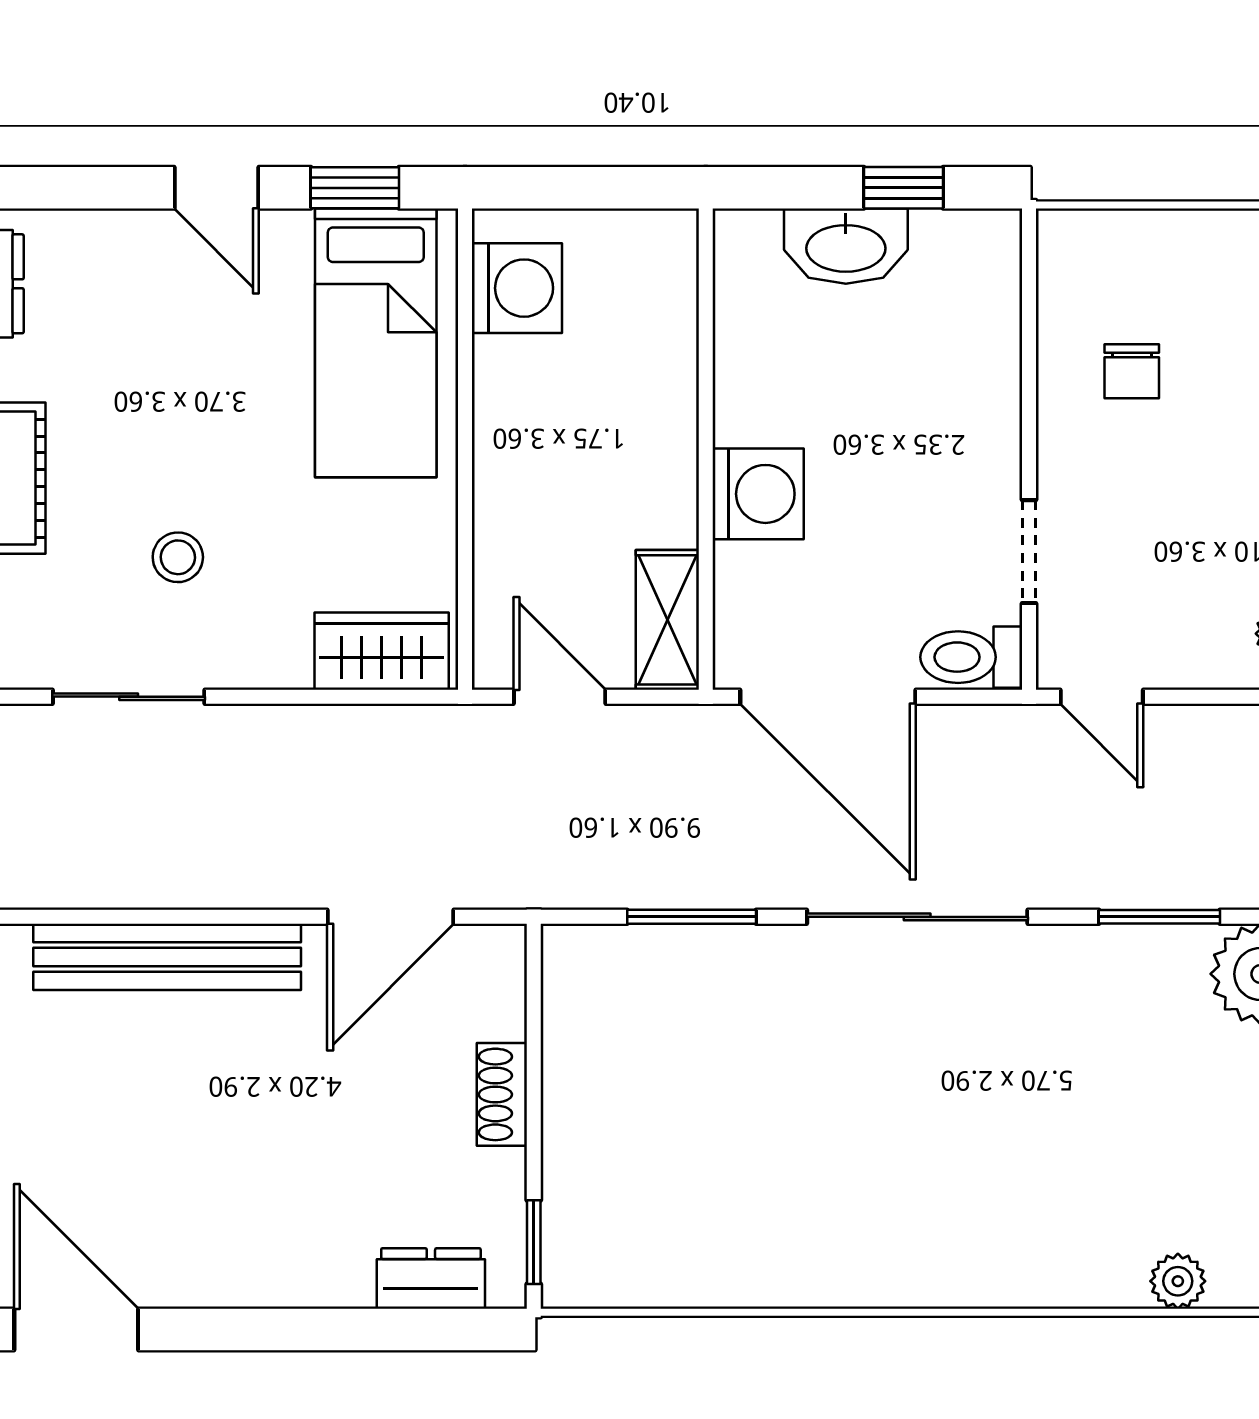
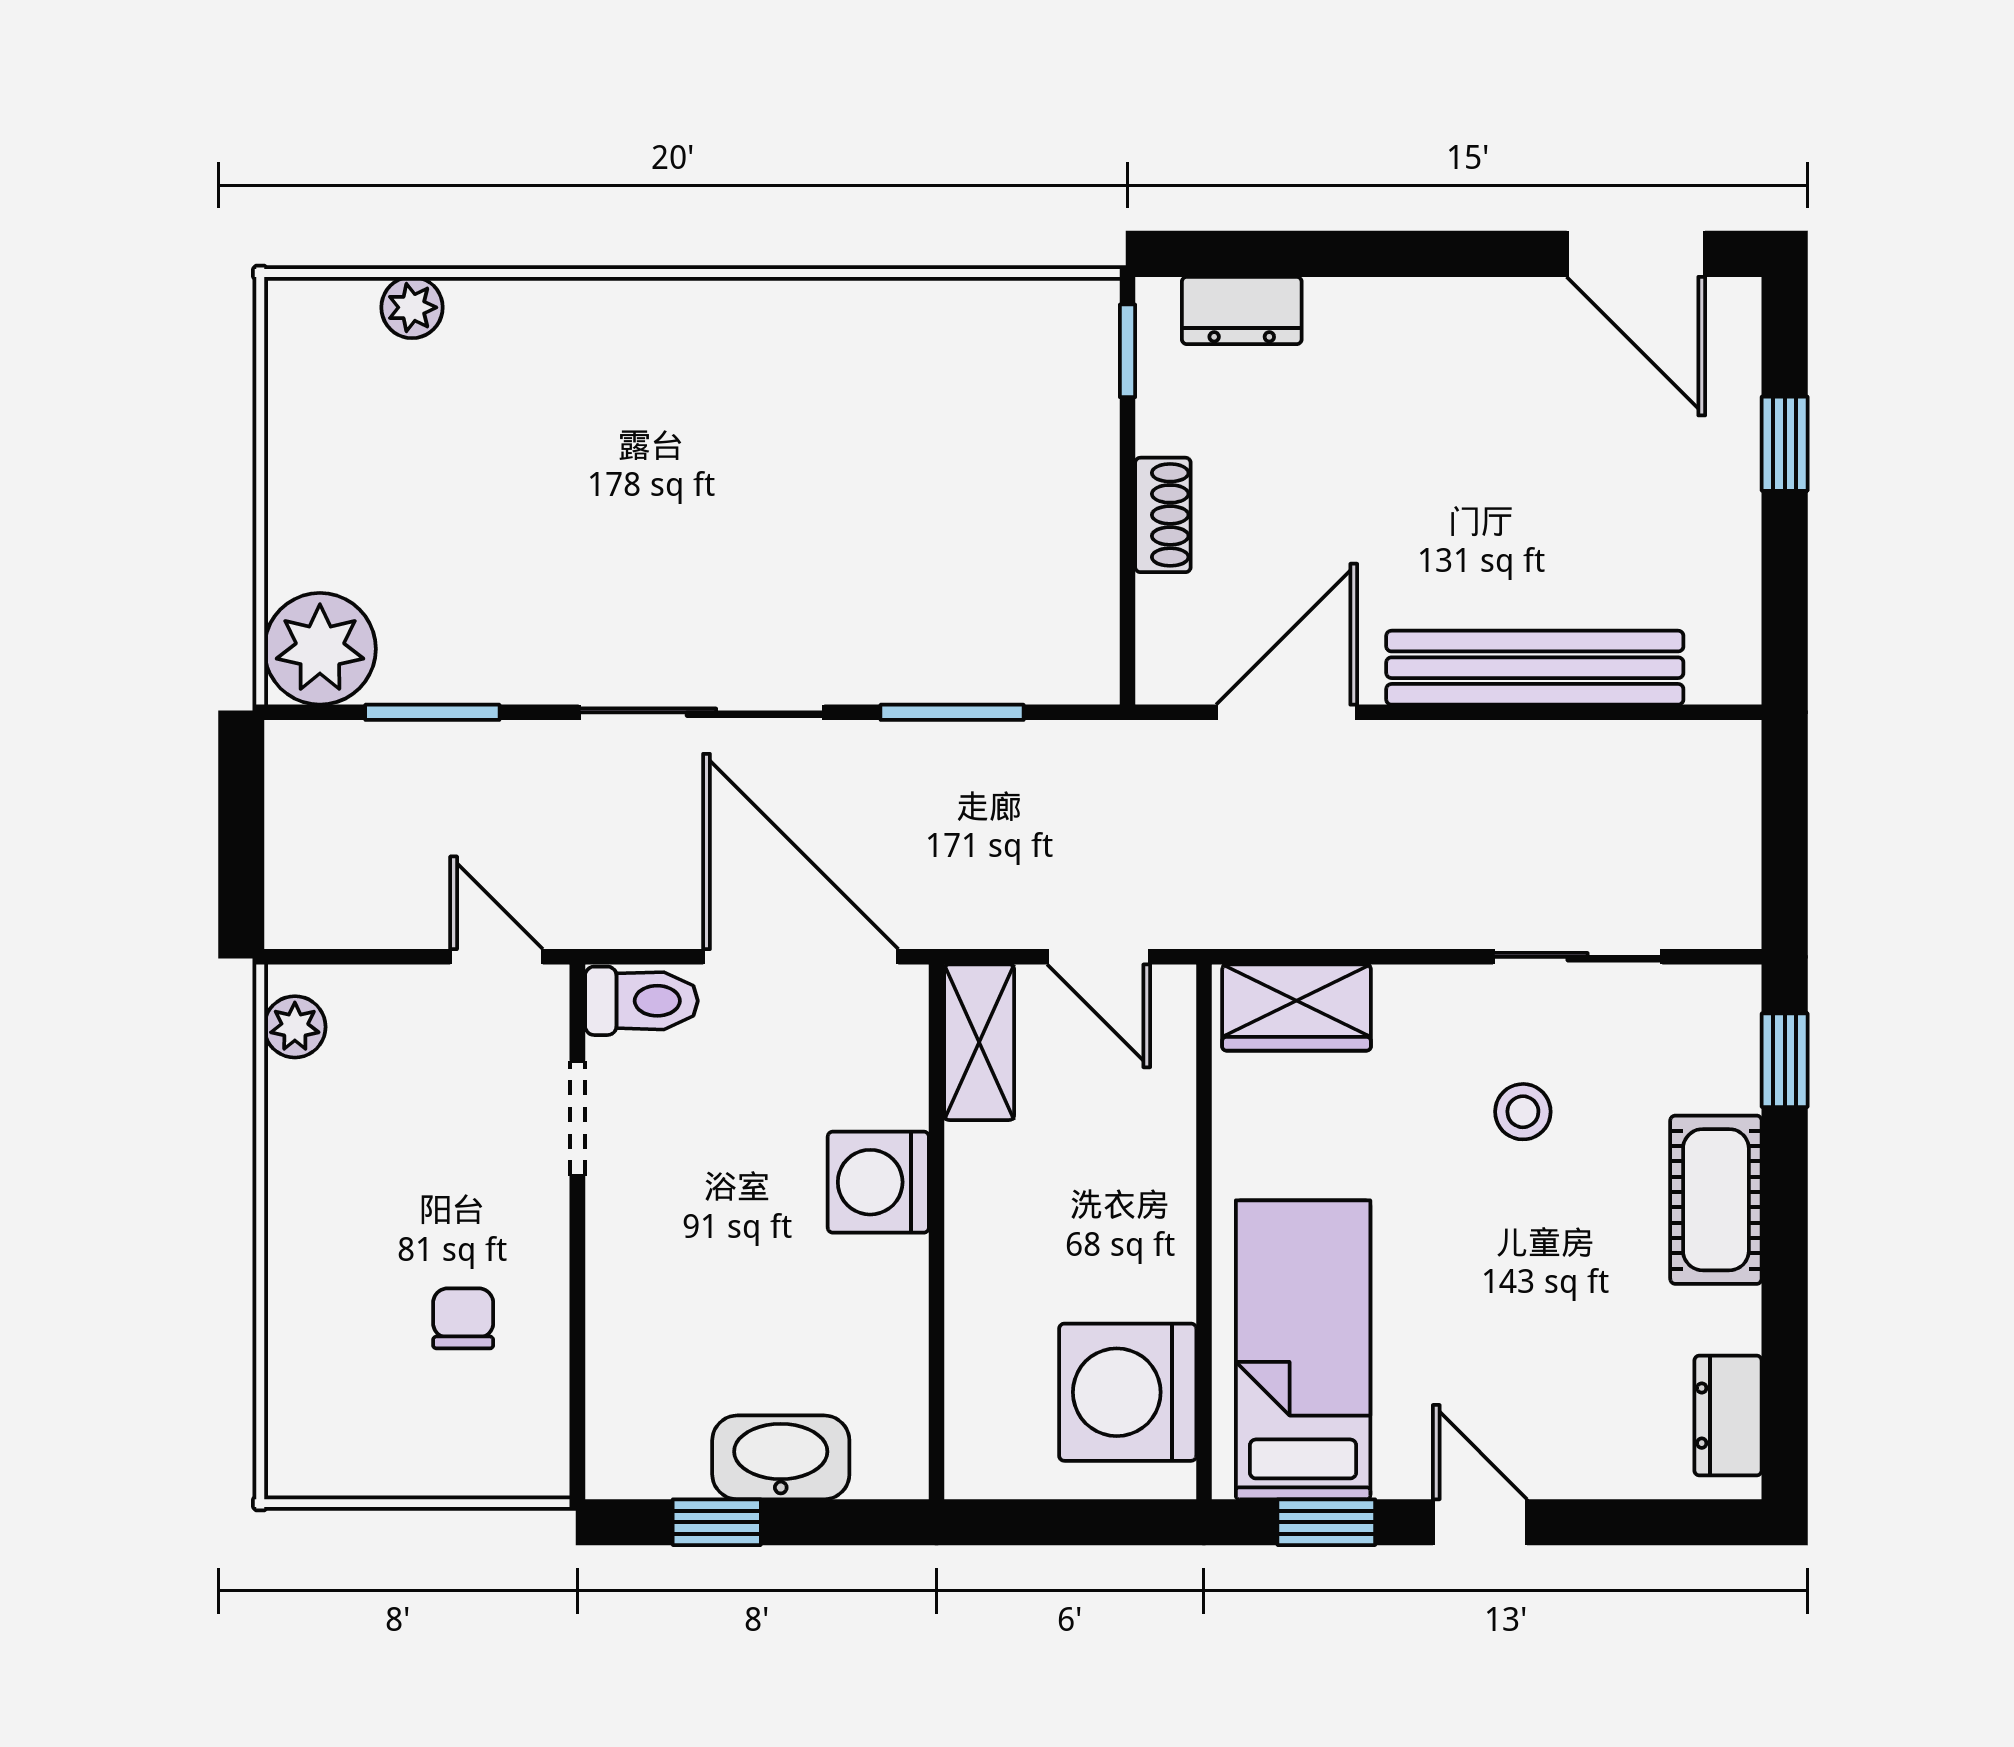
washing machine: (517, 288) -> (1128, 1392), width x1.37, depth x1.37

